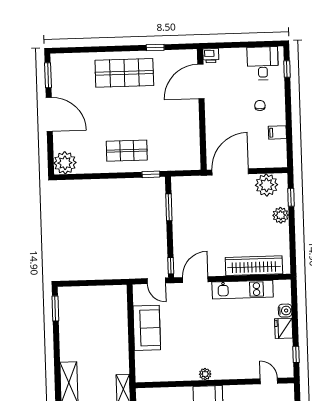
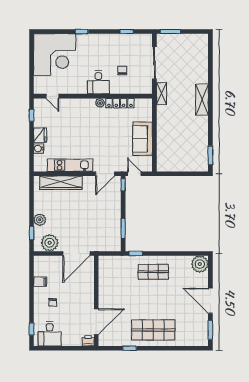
locker: (178, 374) -> (120, 103), added

